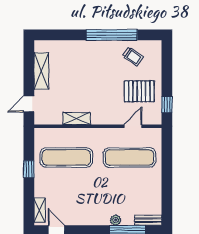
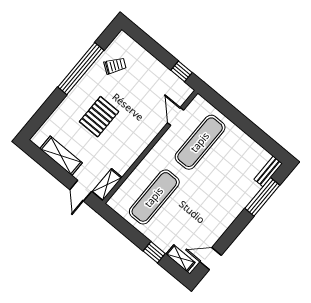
pallet: (139, 91) -> (99, 117), moved
shelving: (77, 118) -> (107, 185), moved
window: (29, 169) -> (154, 252), moved
plant: (116, 220) -> (245, 200), removed

